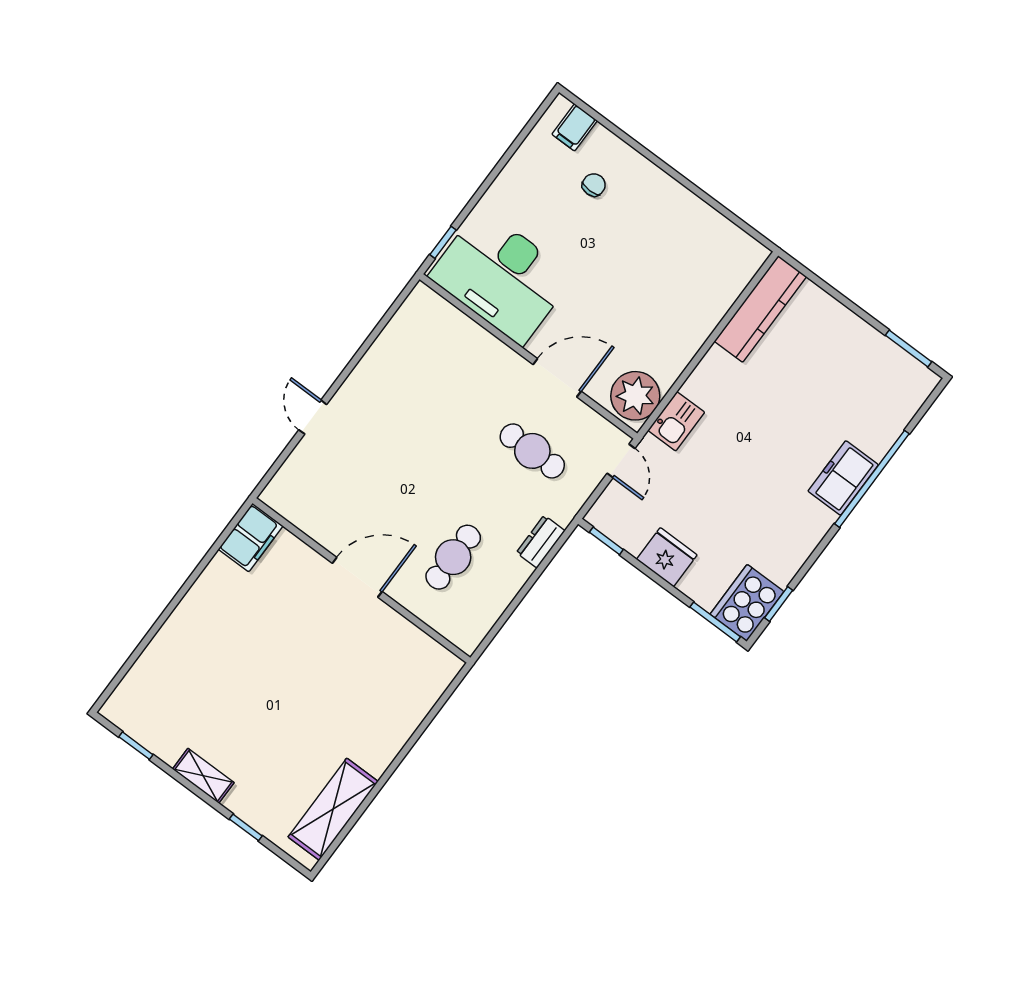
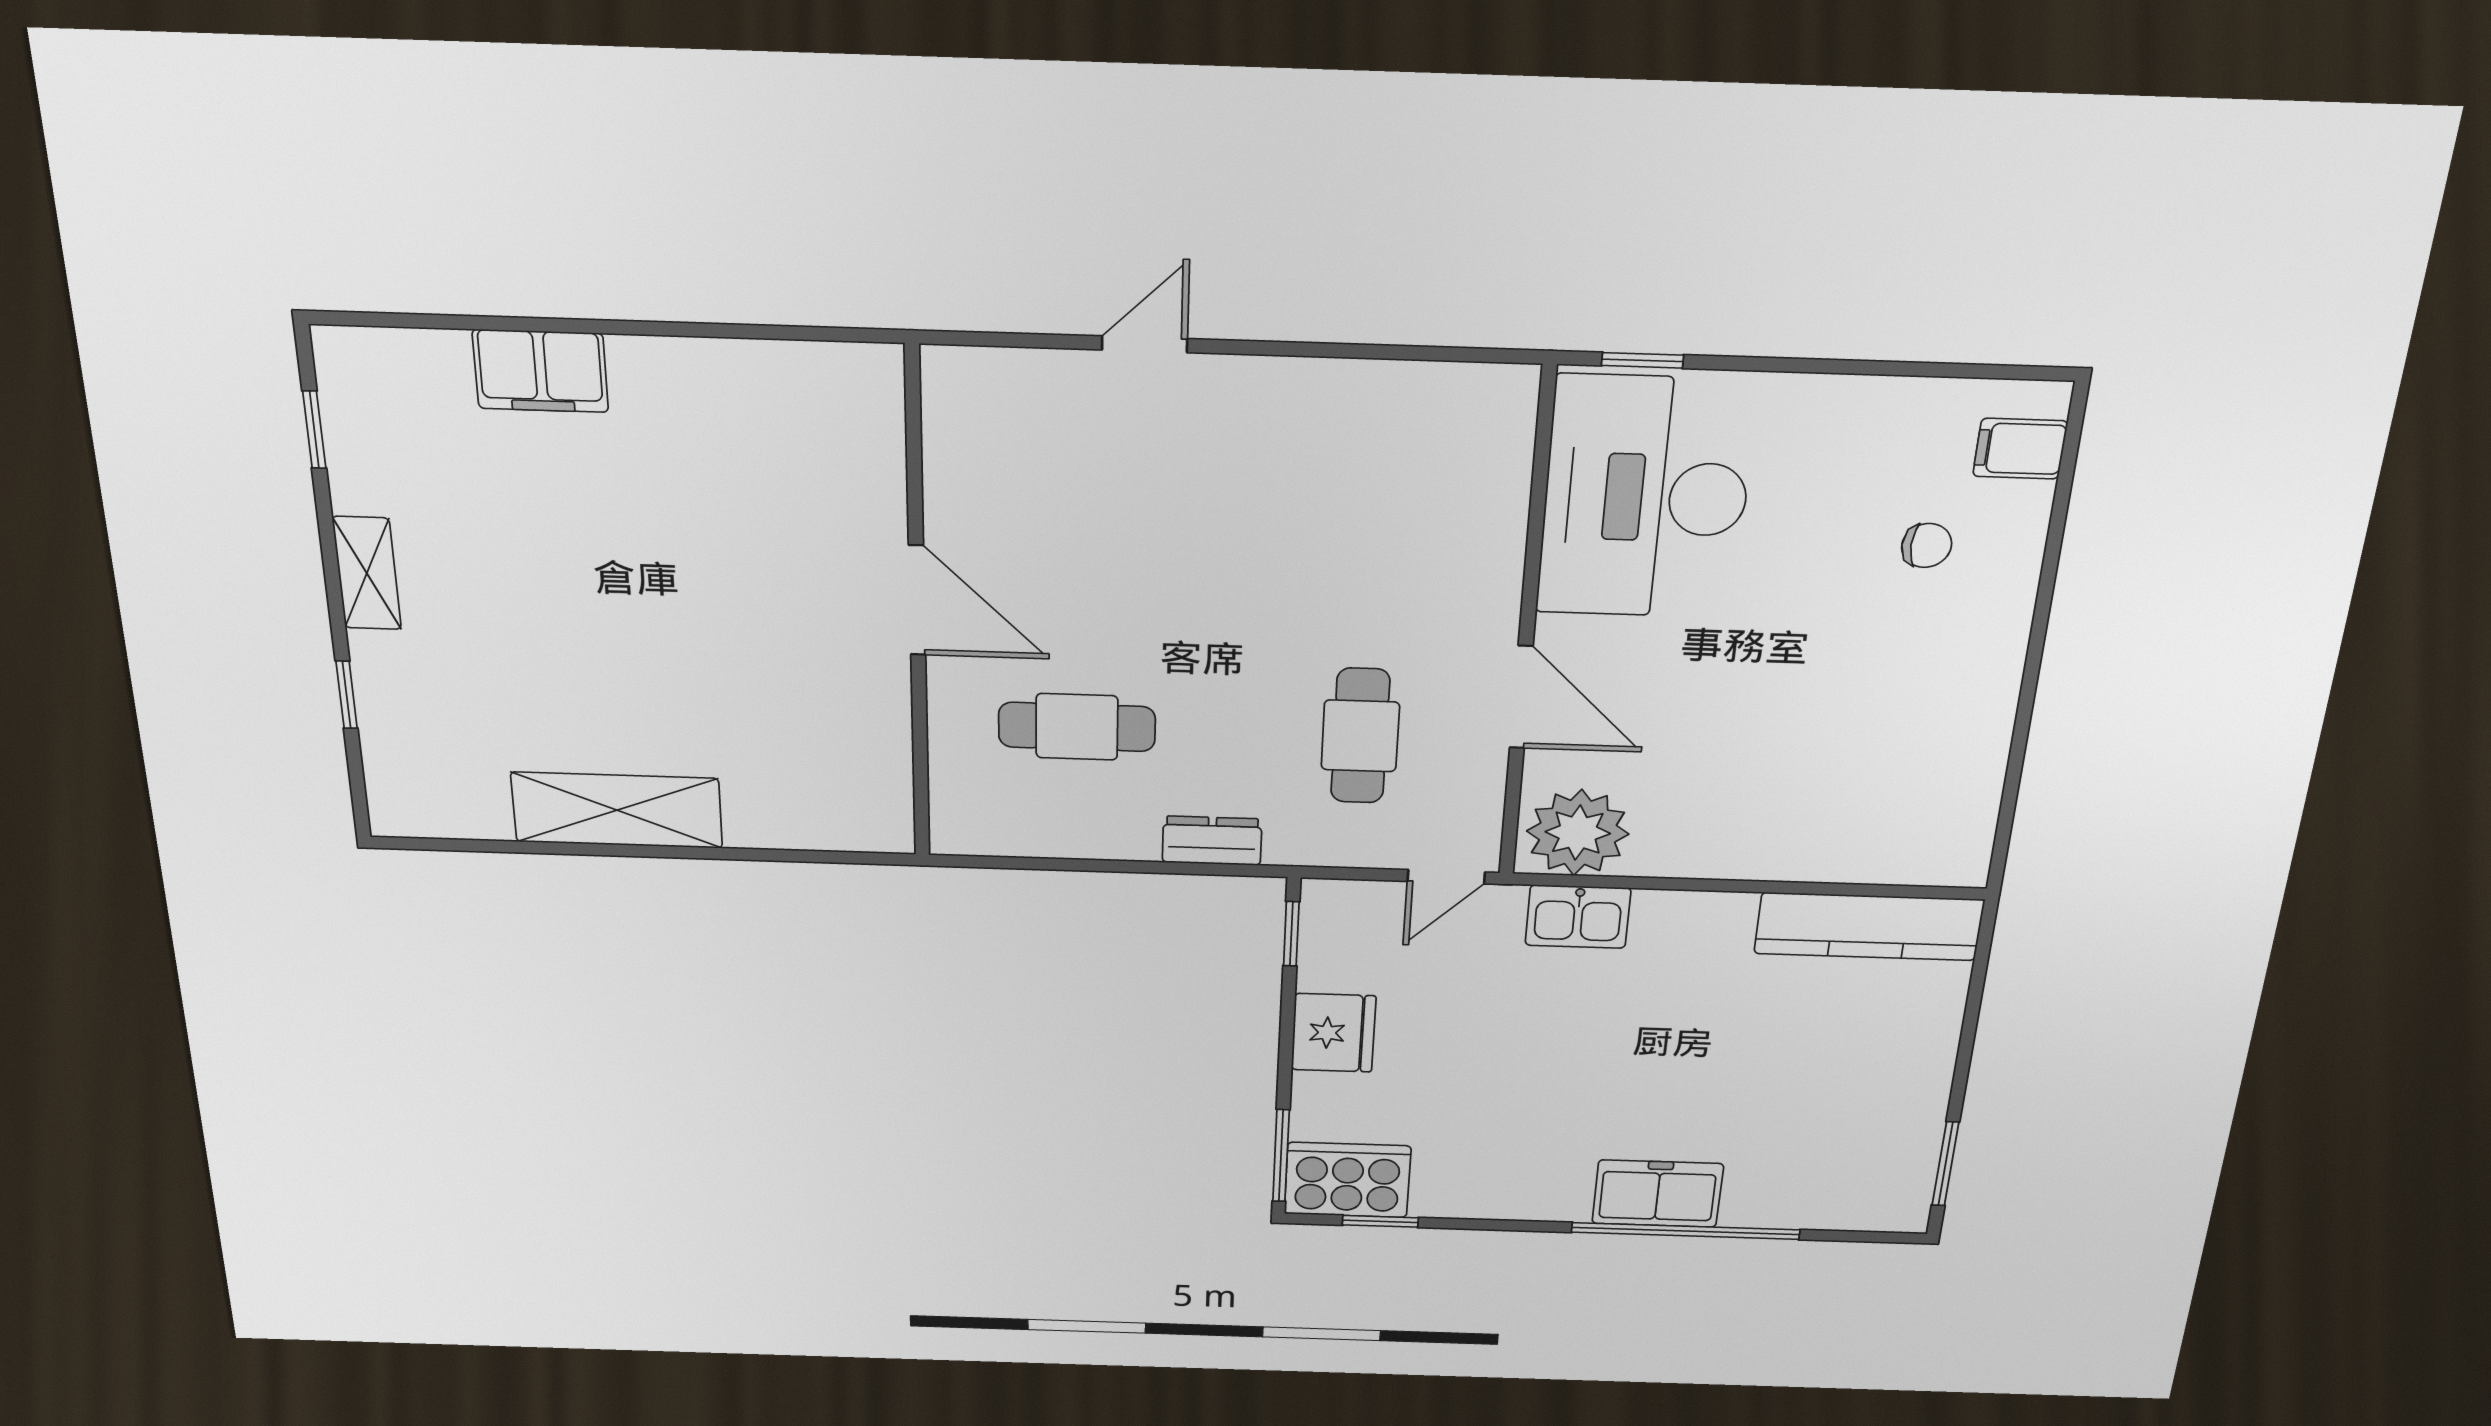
filing cabinet: (251, 538) -> (541, 371), moved
shelving: (333, 809) -> (617, 810), moved

